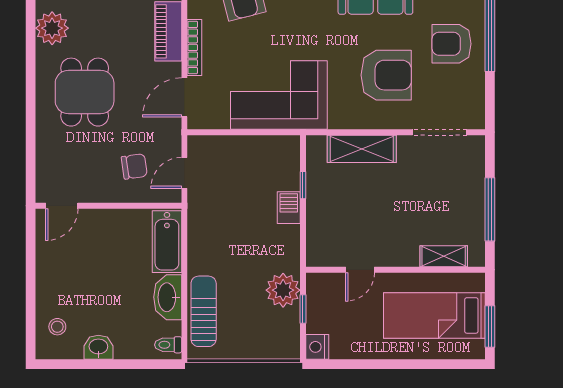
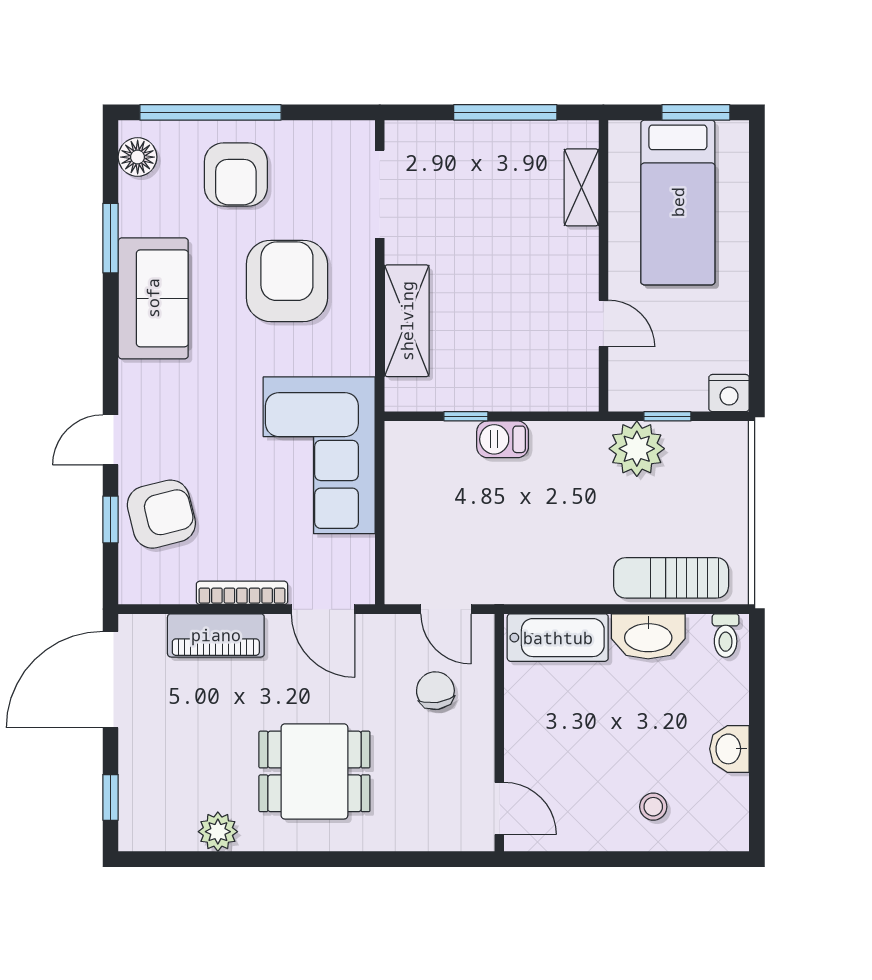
plant: (52, 28) -> (218, 832), width x0.73, depth x0.73
stool: (57, 327) -> (653, 807), moved

